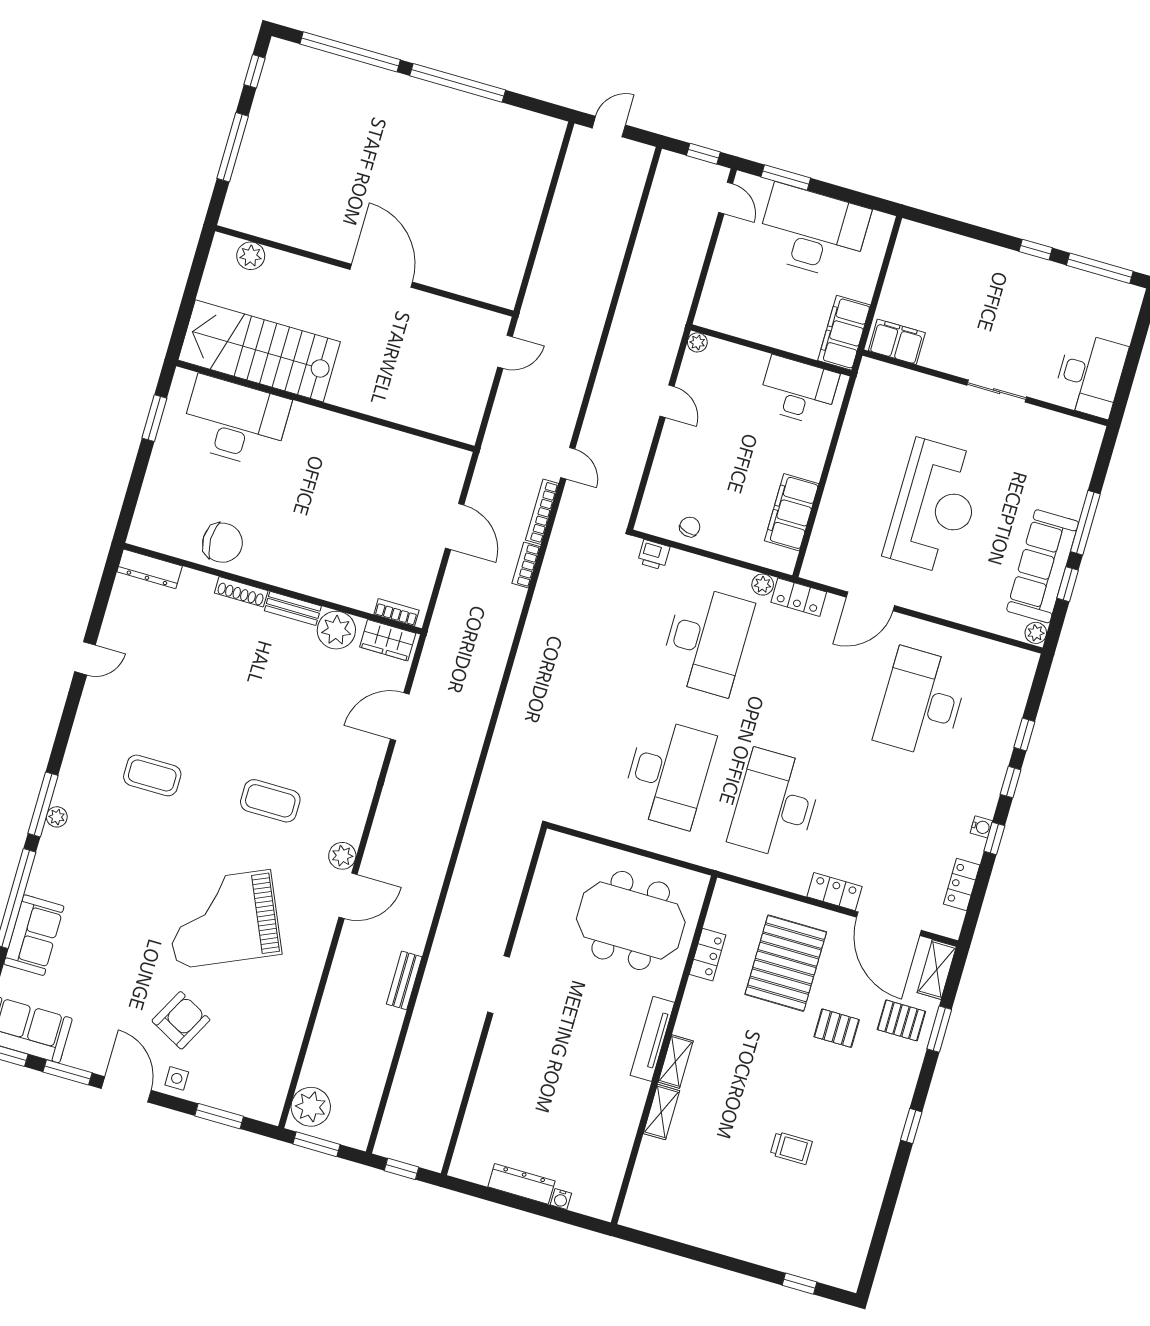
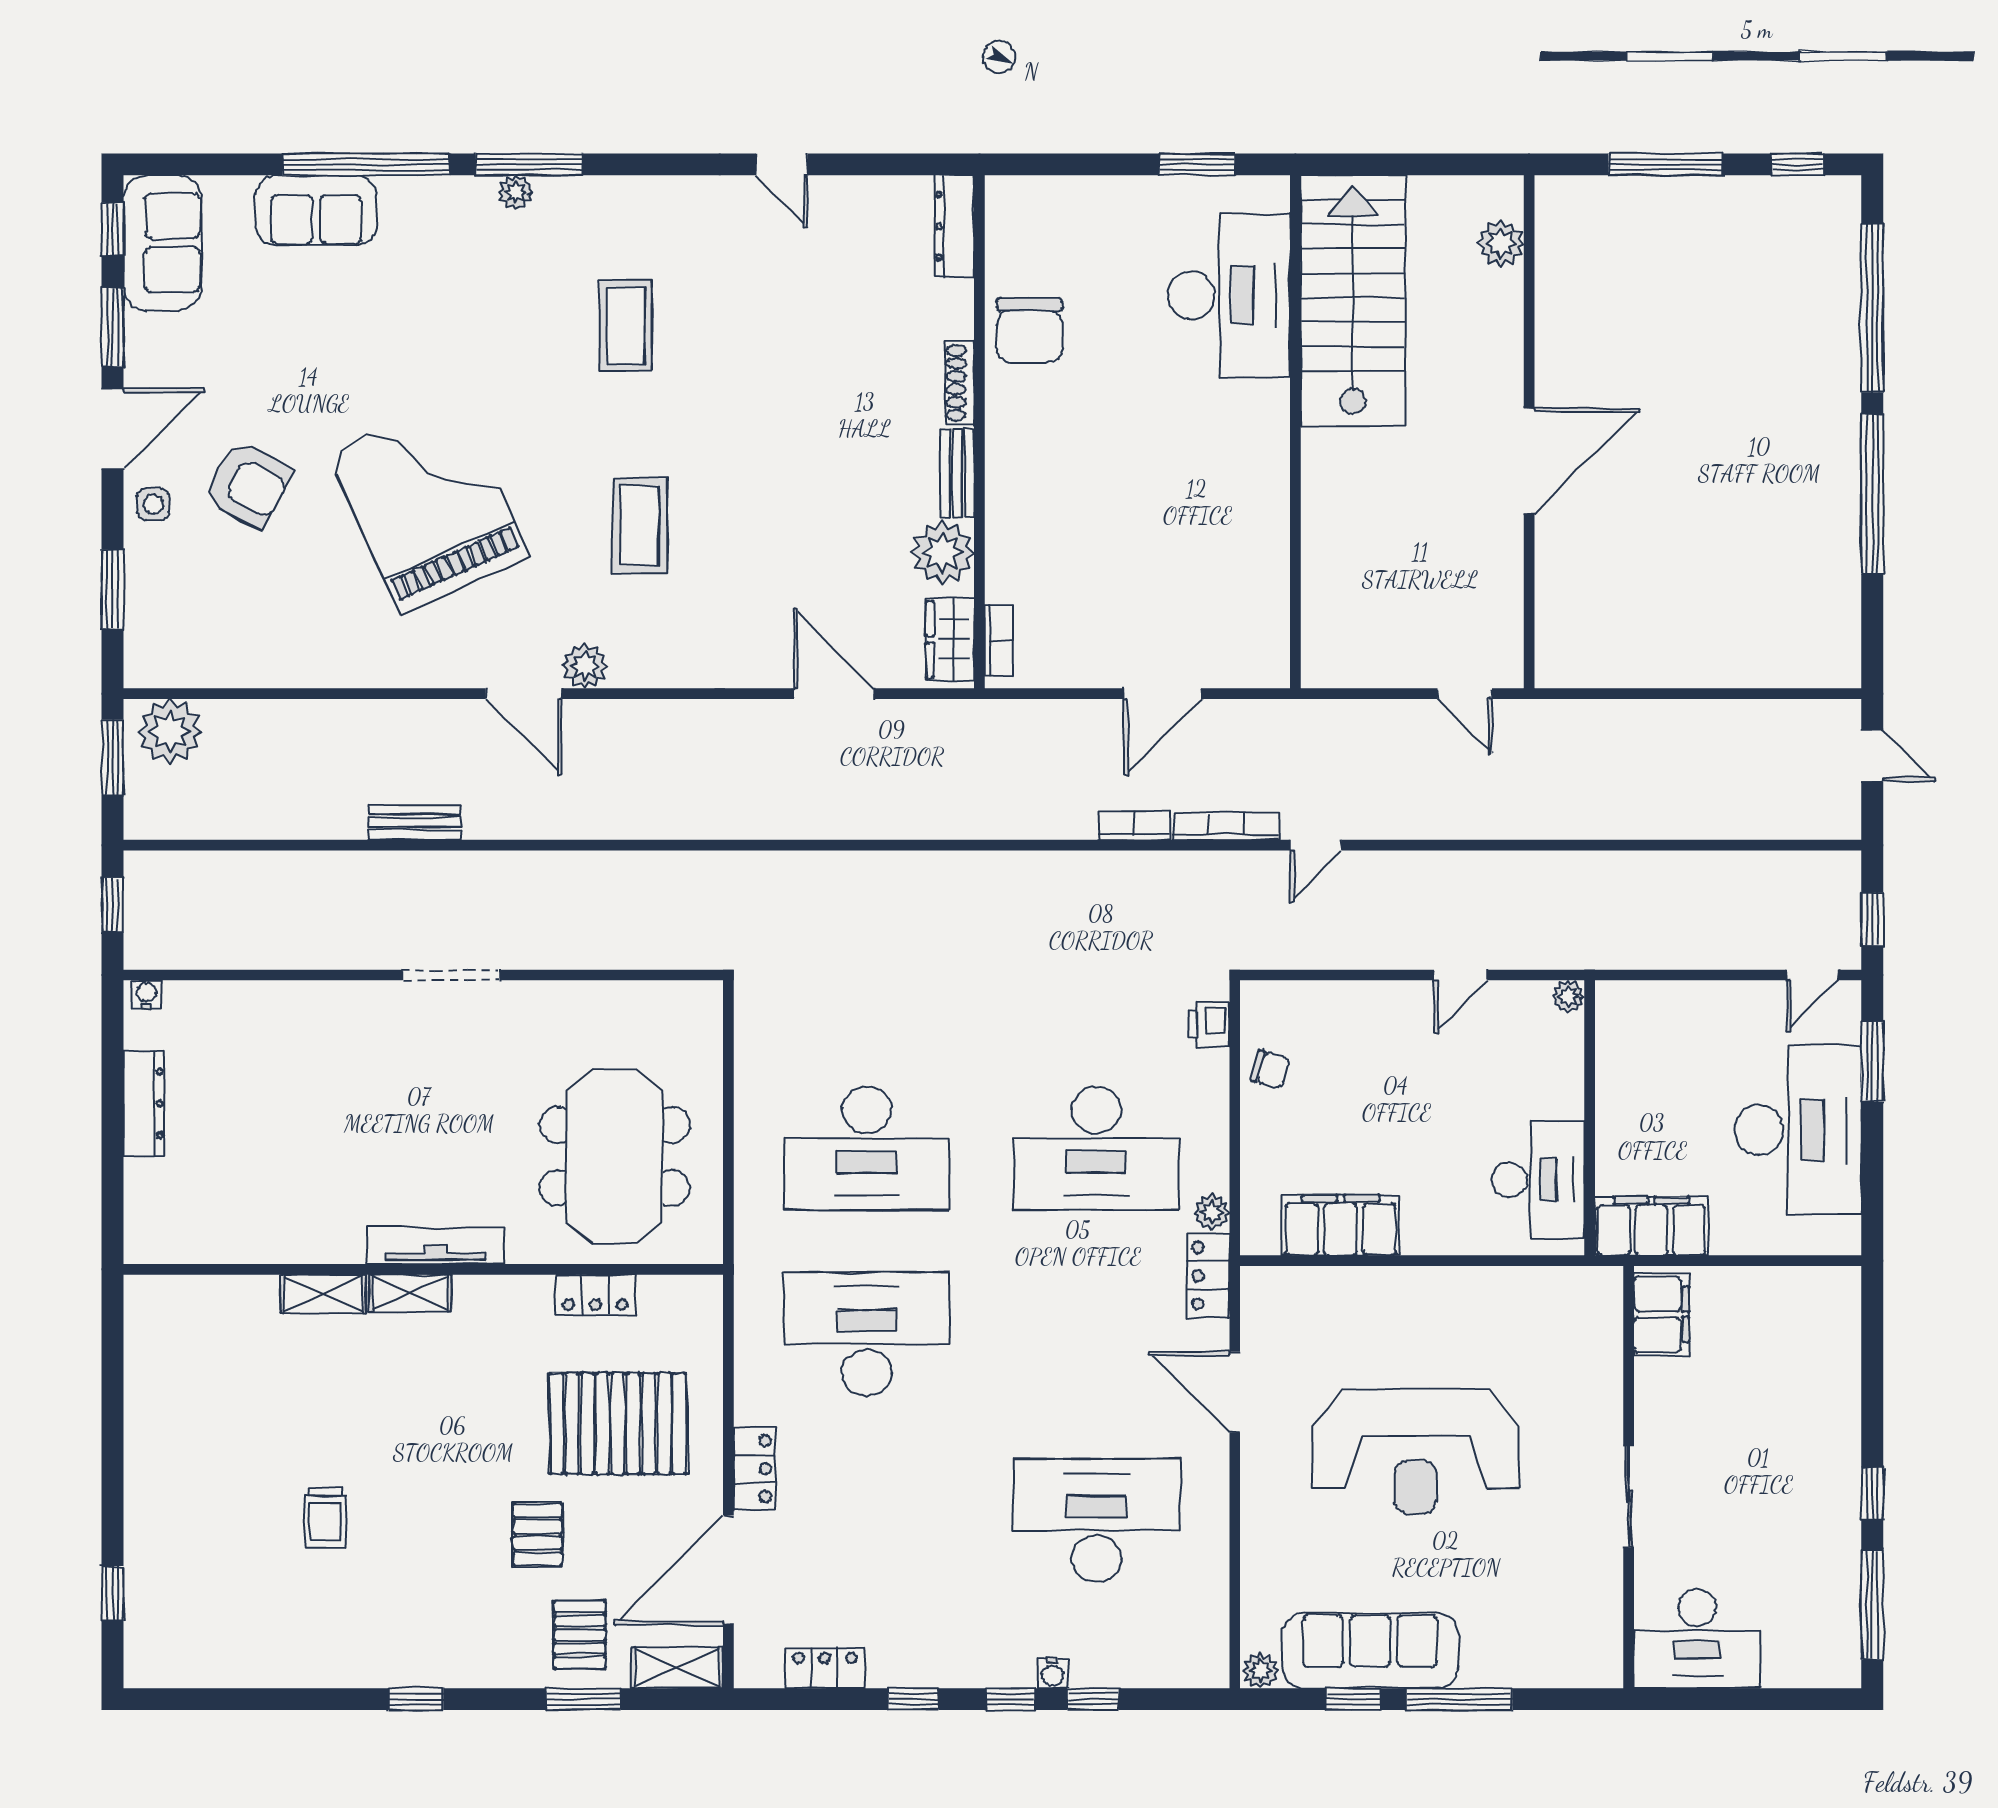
water cooler: (981, 827) -> (1052, 1673), moved
water cooler: (561, 1199) -> (146, 994), moved, turned 90

